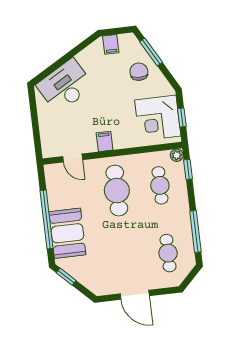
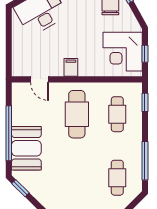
plant: (177, 155) -> (136, 88), removed

